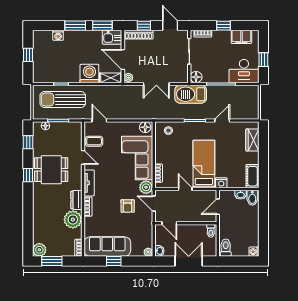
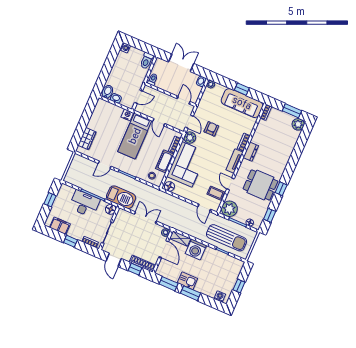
washing machine: (58, 35) -> (220, 296), moved
kitchen sink: (112, 37) -> (187, 281), moved
desk: (244, 71) -> (84, 204), moved
cot: (252, 176) -> (165, 161), moved
plant: (73, 219) -> (229, 209), moved
double door: (189, 261) -> (181, 63), swing flipped

